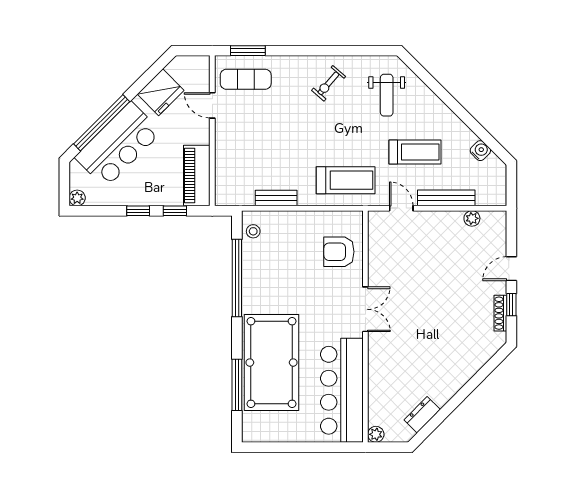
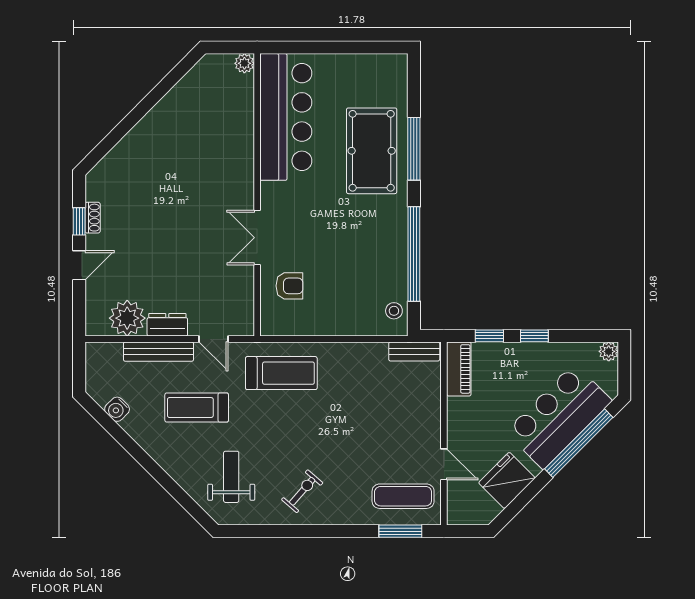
piano: (197, 175) -> (459, 369), width x0.73, depth x0.75
treadmill: (346, 180) -> (281, 373), turned 180
bench: (276, 198) -> (414, 351), moved
plant: (472, 218) -> (127, 318), width x1.87, depth x1.87
armchair: (339, 252) -> (289, 286), width x0.72, depth x0.72
double door: (365, 309) -> (257, 238), moved
shoe rack: (500, 313) -> (93, 218), width x0.70
pool table: (271, 363) -> (372, 151), width x0.73, depth x0.76
window: (237, 385) -> (414, 149), moved
dresser: (422, 415) -> (167, 325), moved, turned -135

